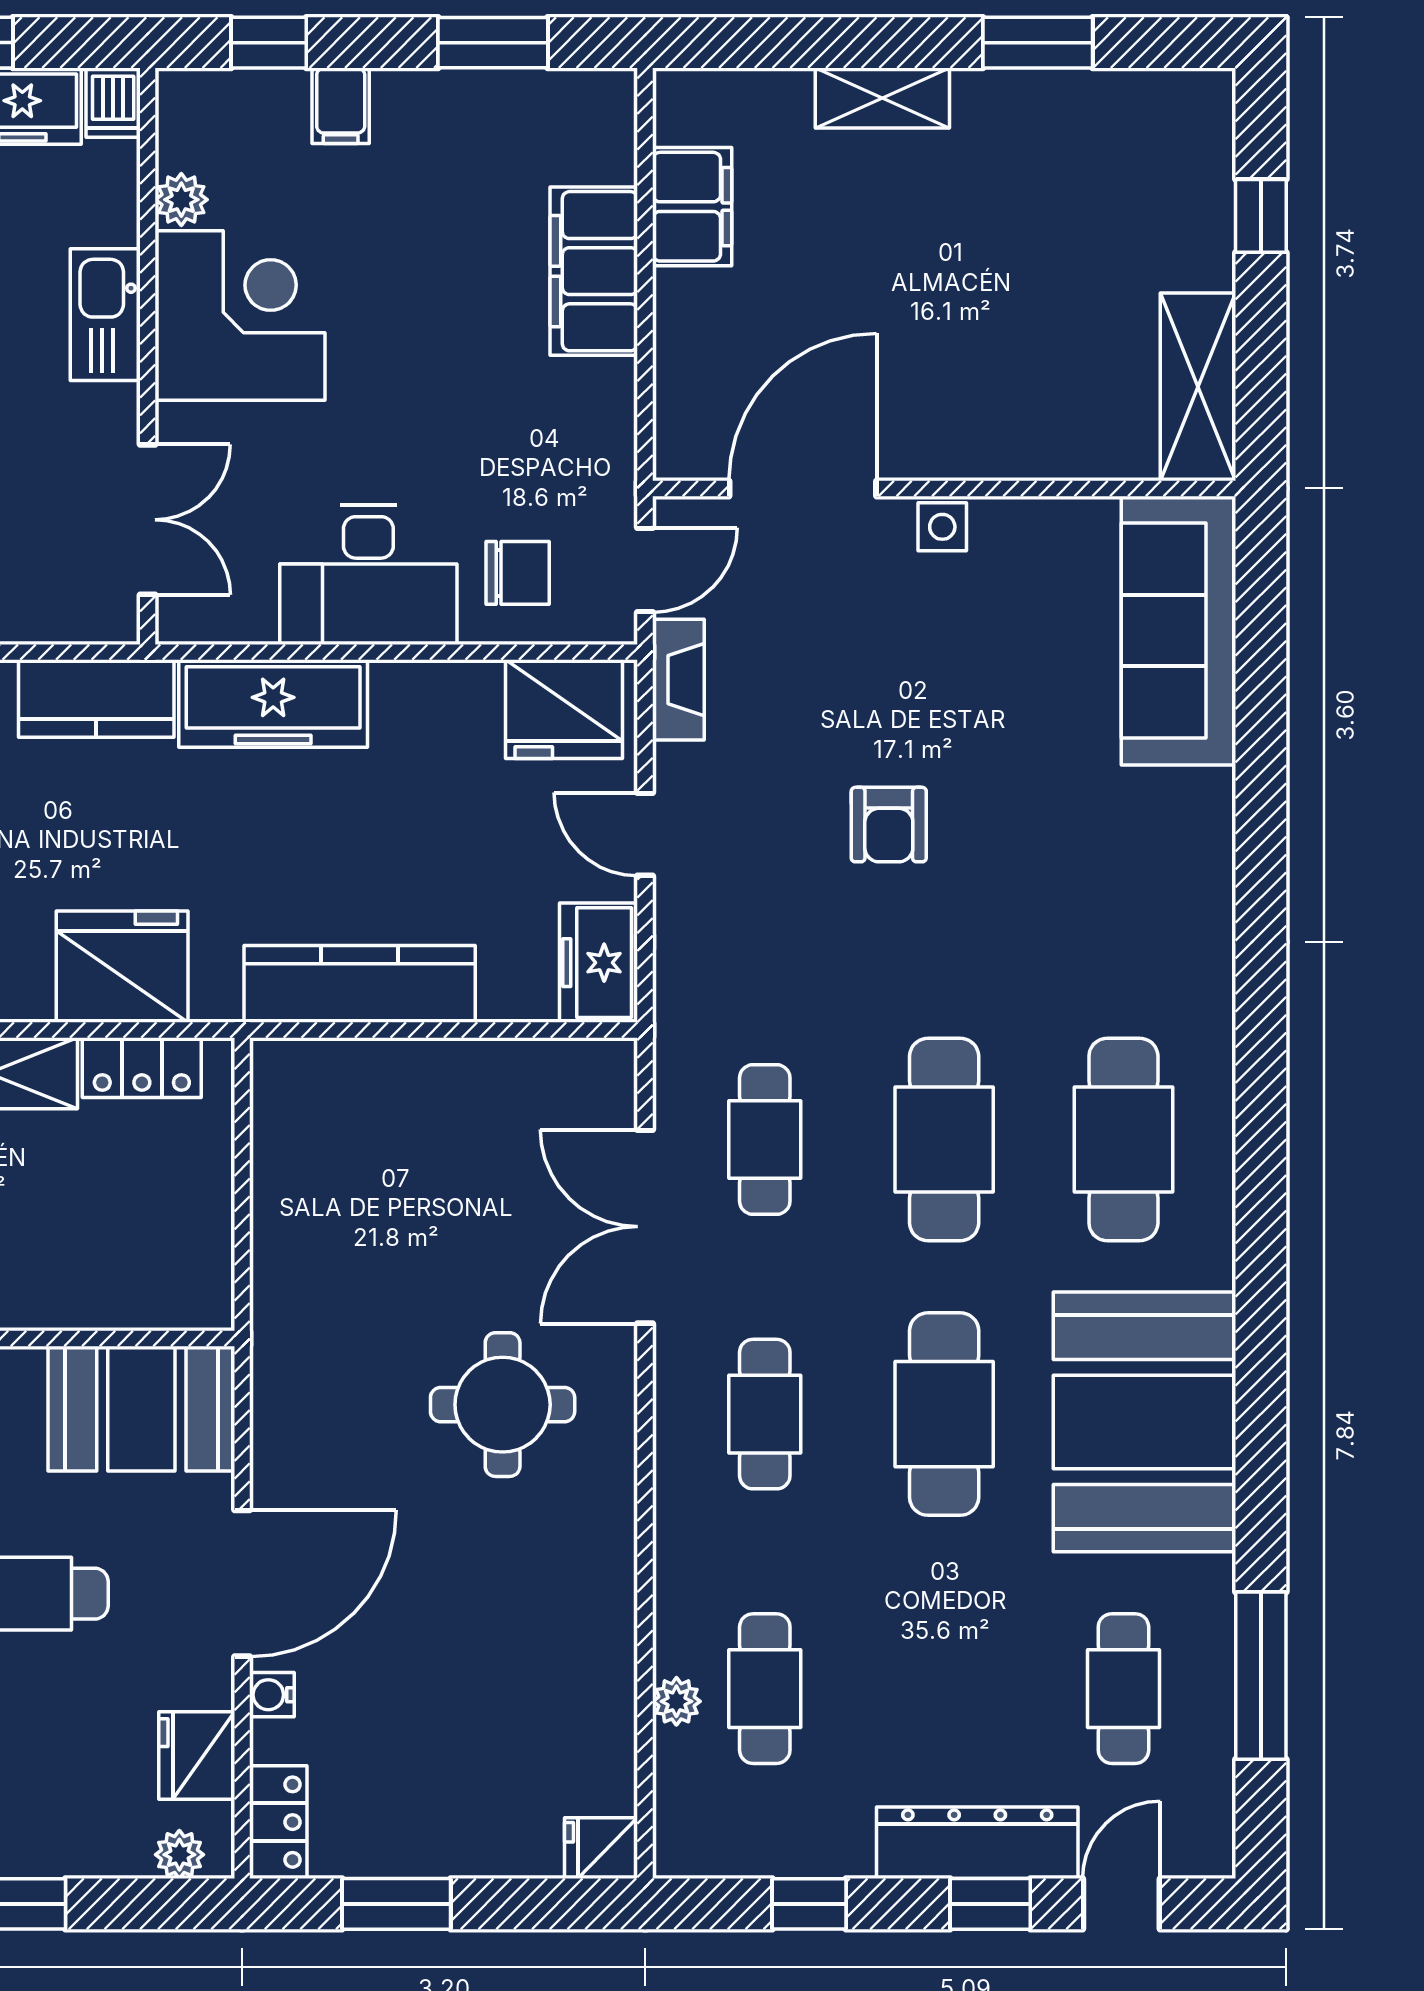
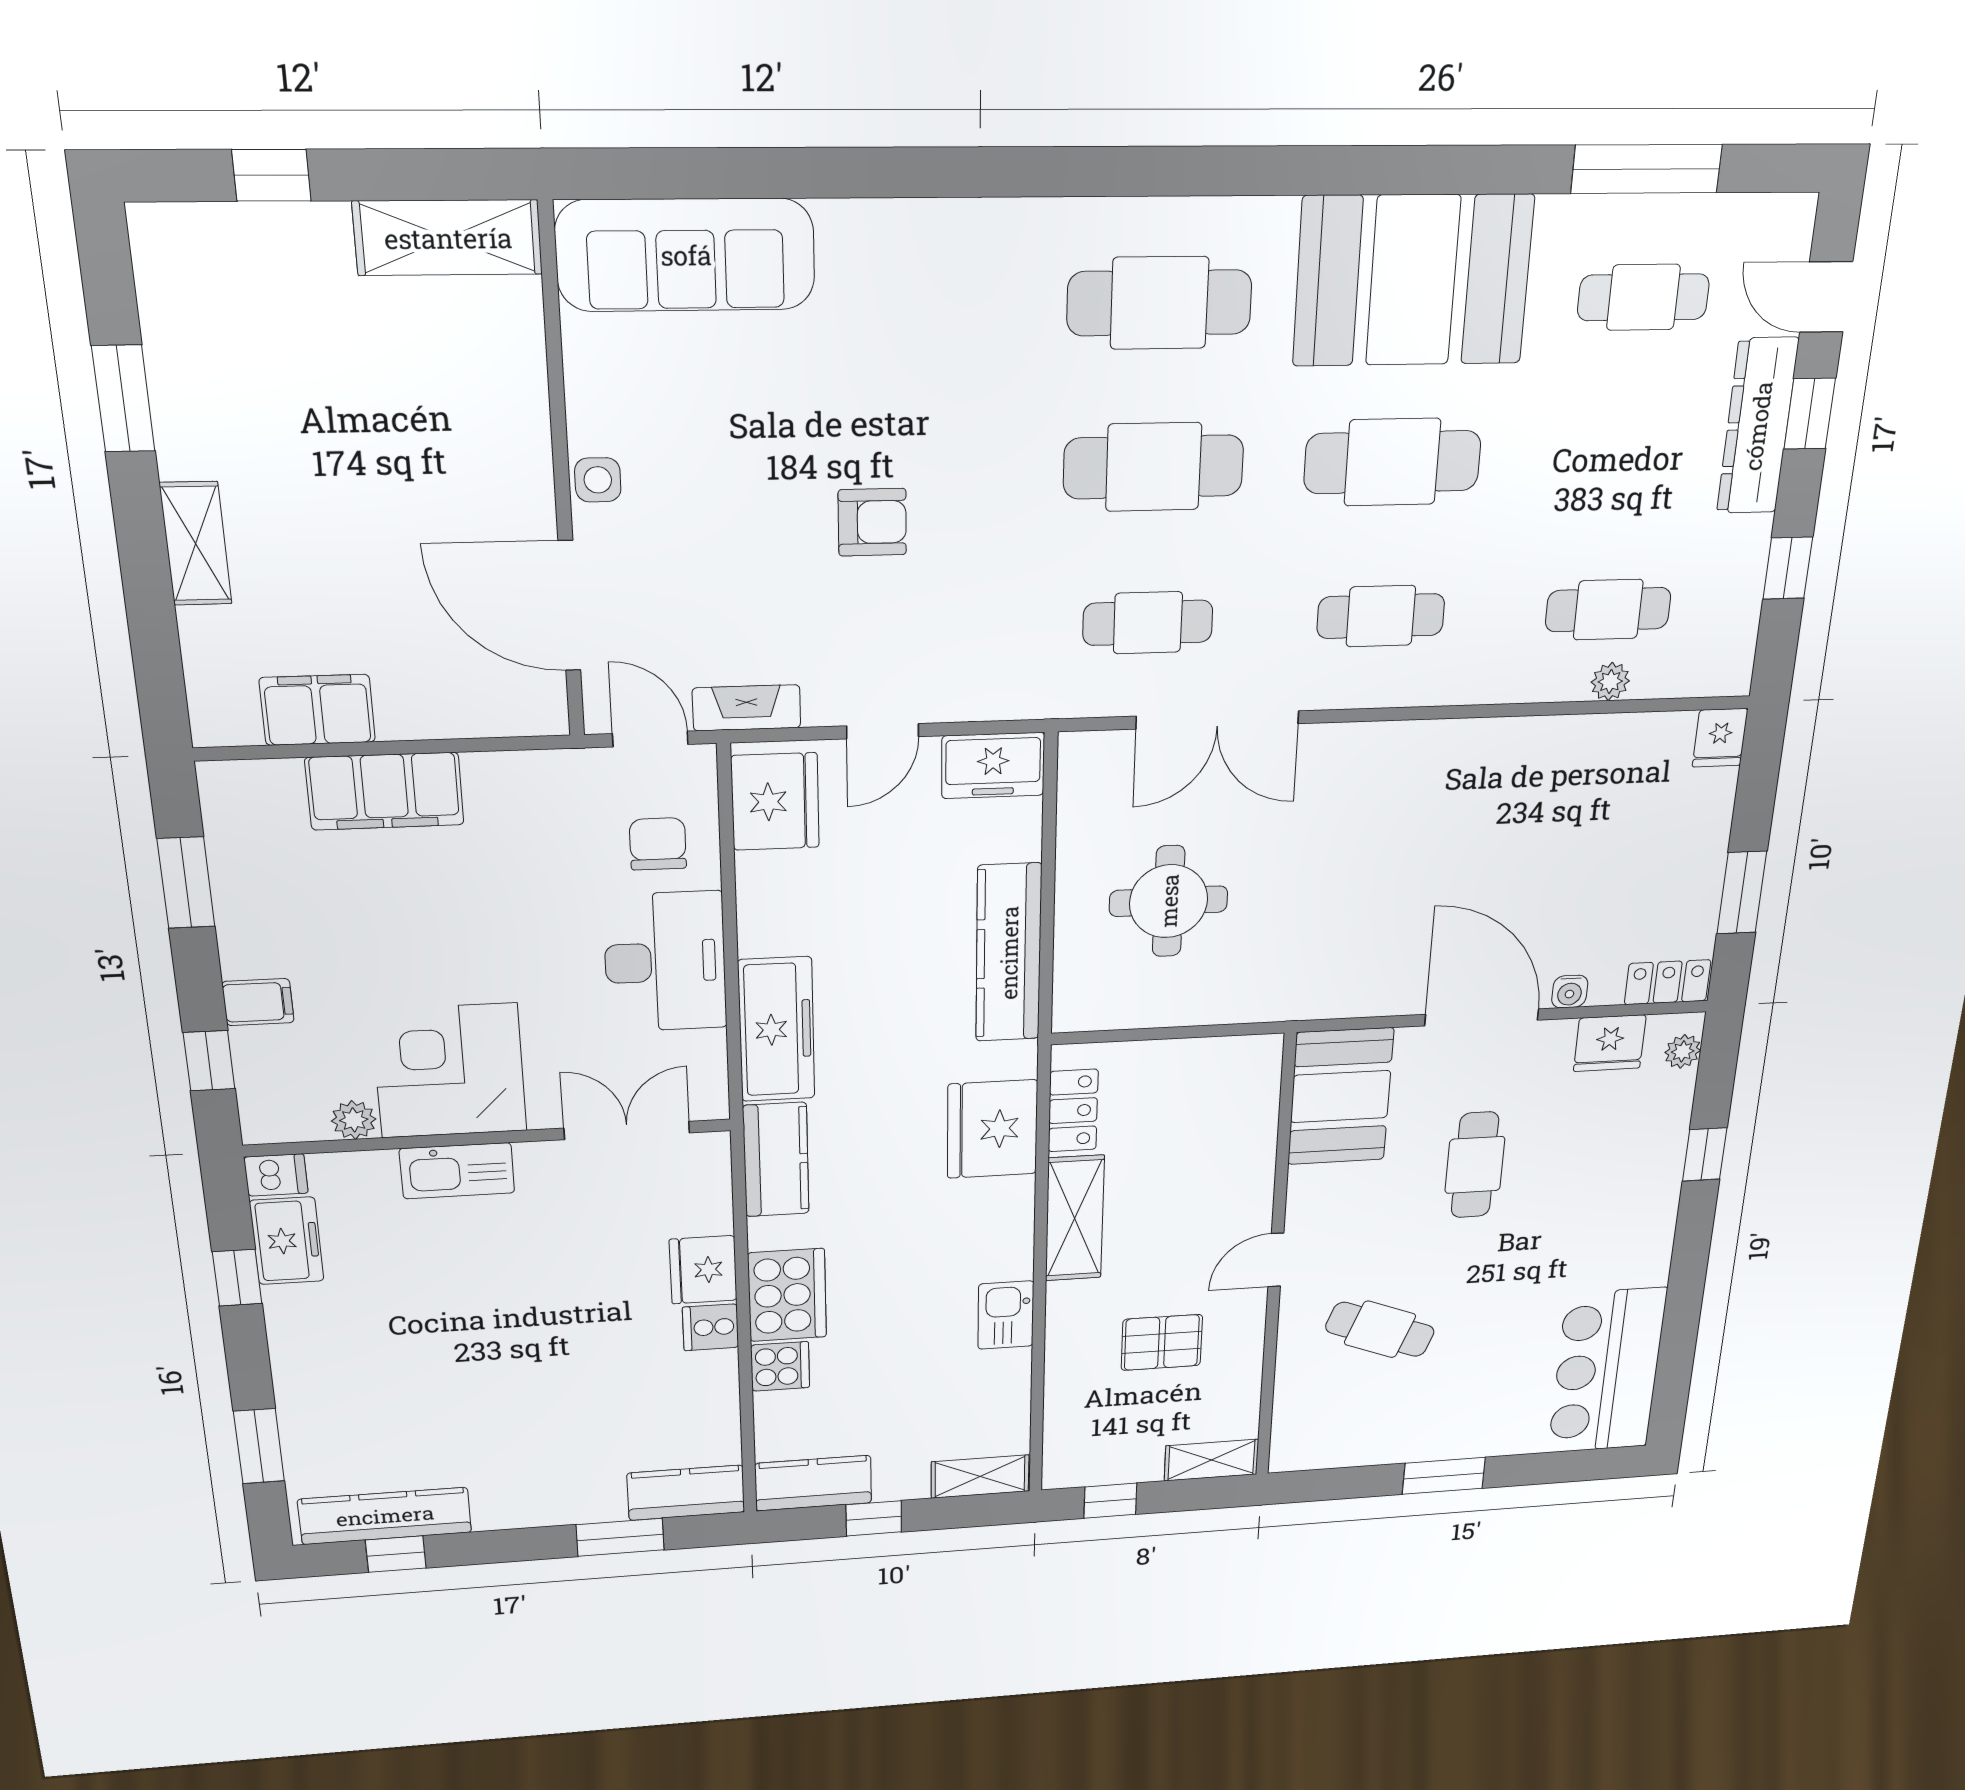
round table: (503, 1405) -> (1169, 901), moved

